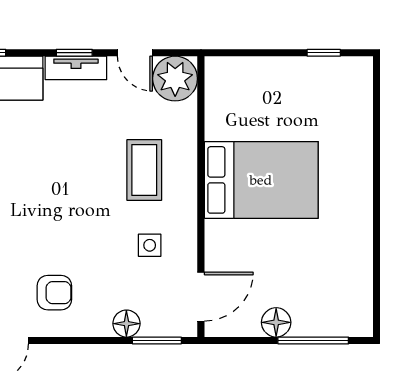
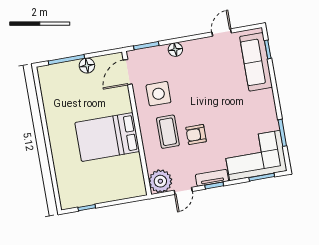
door: (135, 53) -> (183, 191), swing flipped
side table: (150, 245) -> (158, 94), width x1.87, depth x1.87
armchair: (54, 293) -> (196, 134), moved
floor lamp: (126, 324) -> (175, 50), moved

